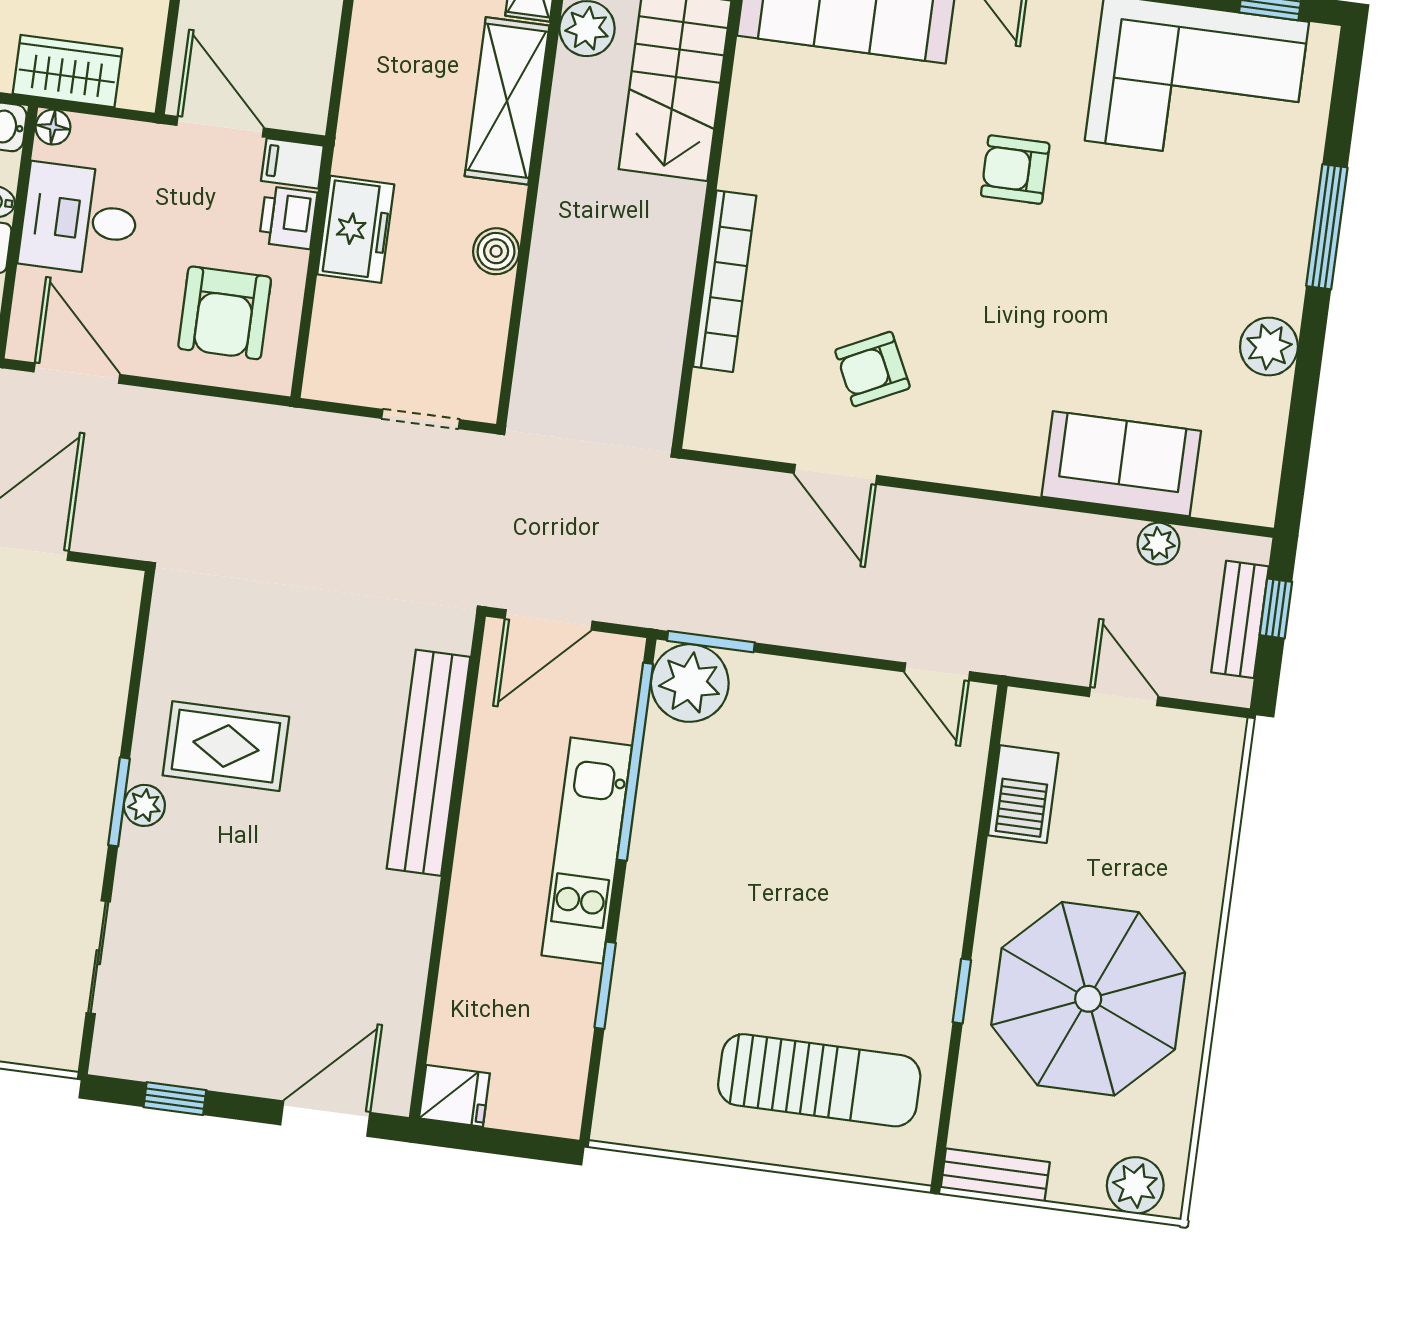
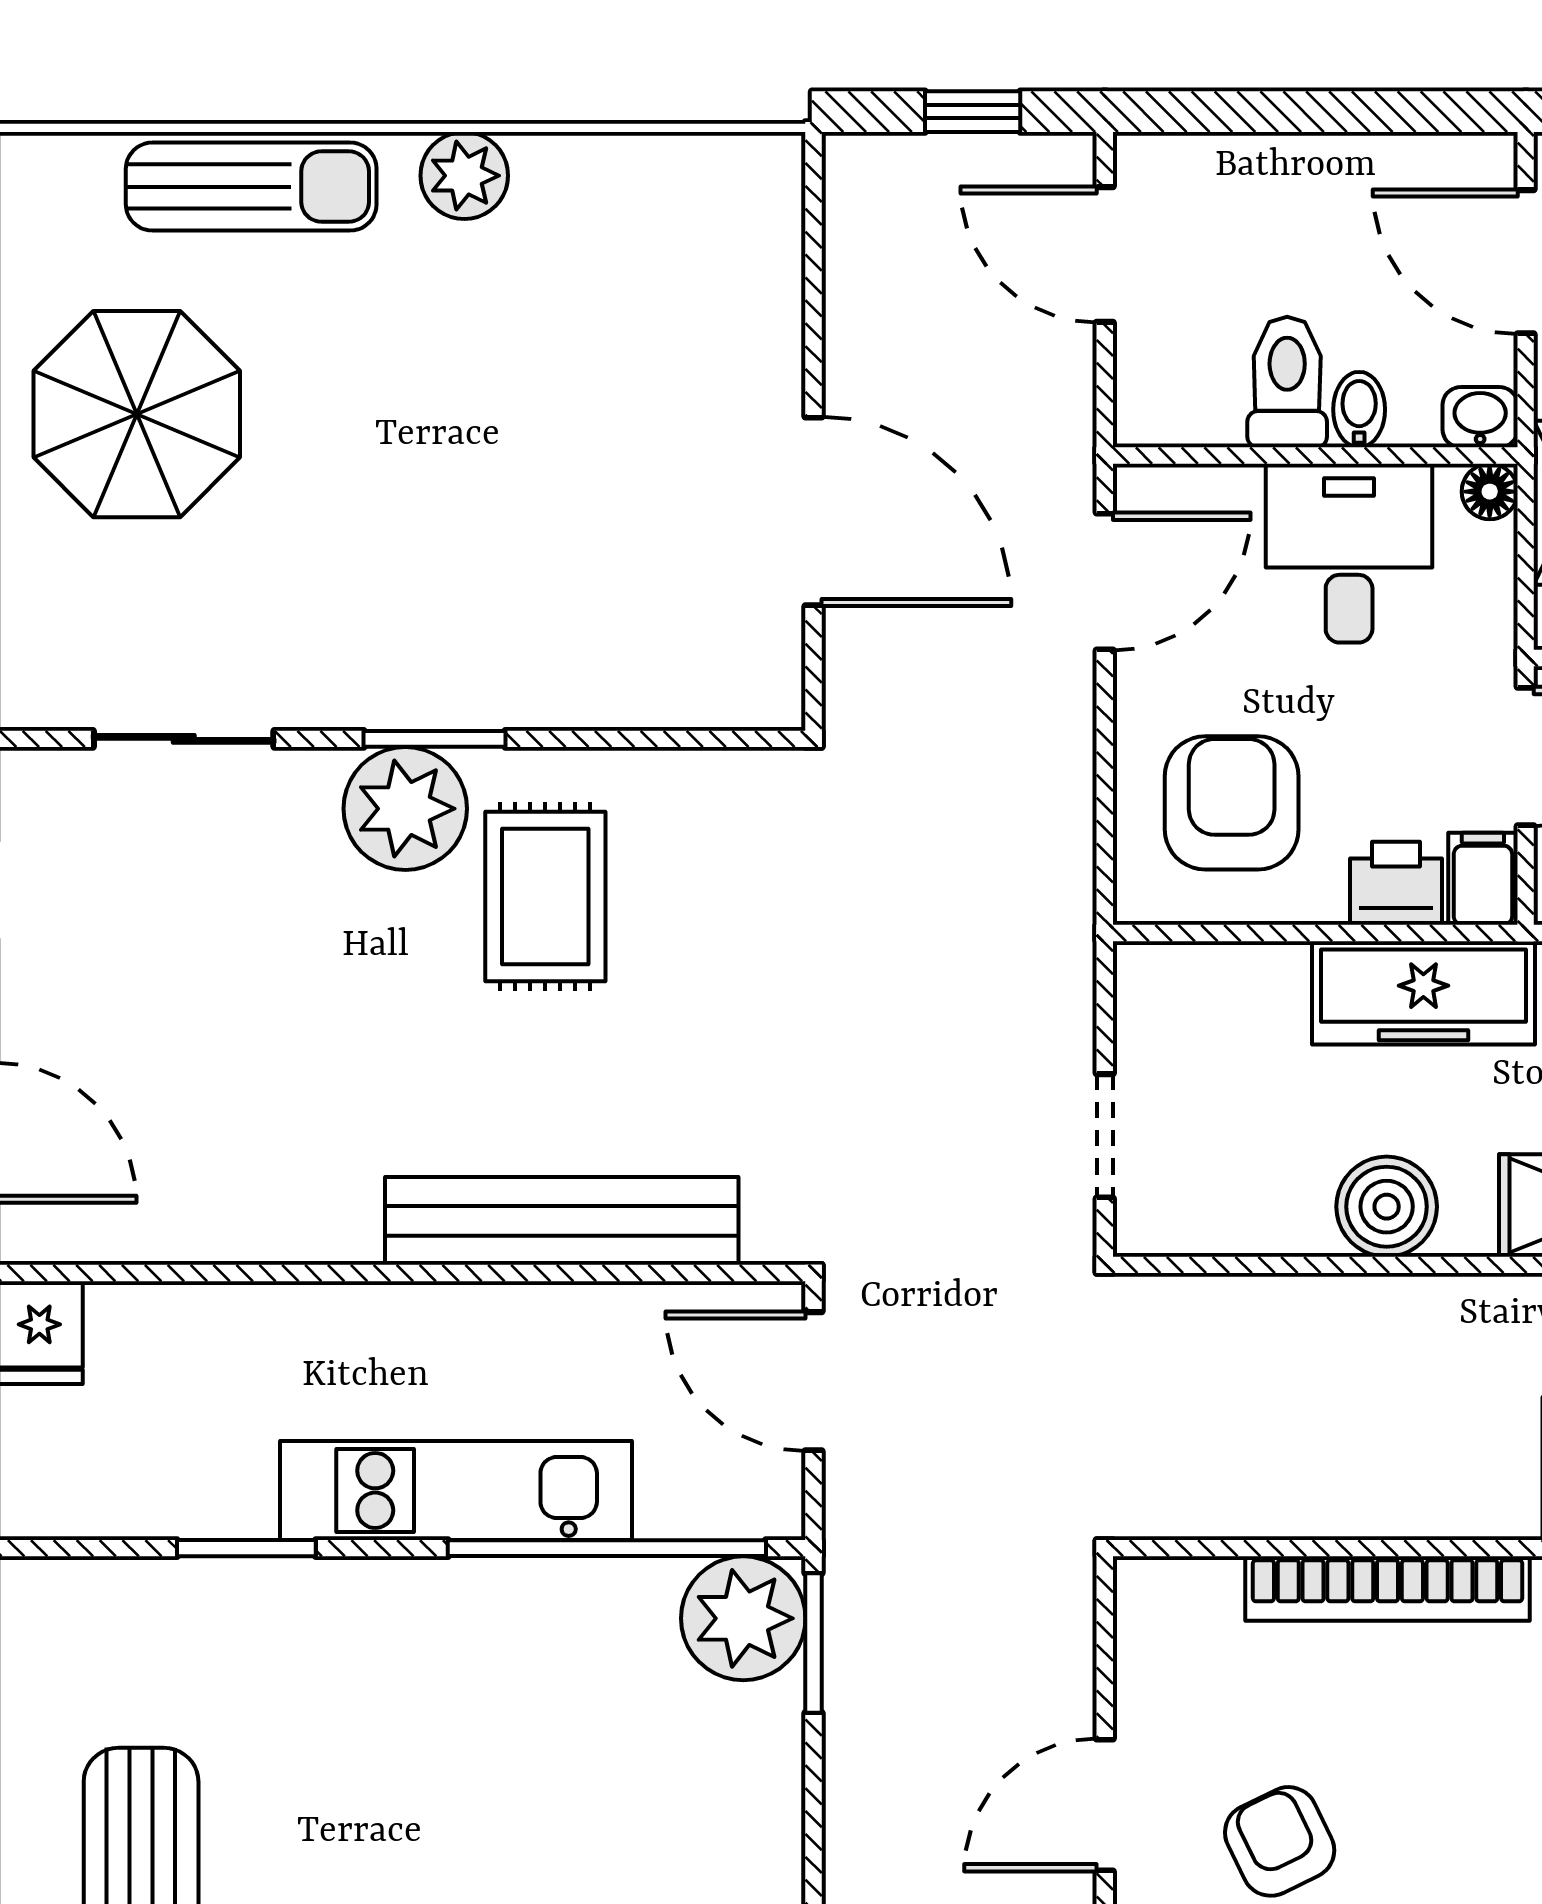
freezer: (356, 229) -> (1423, 993), width x1.40
boiler: (496, 251) -> (1387, 1207), width x1.36, depth x1.36
armchair: (225, 313) -> (1232, 803), turned 90
plant: (144, 805) -> (405, 809), width x1.88, depth x1.88

